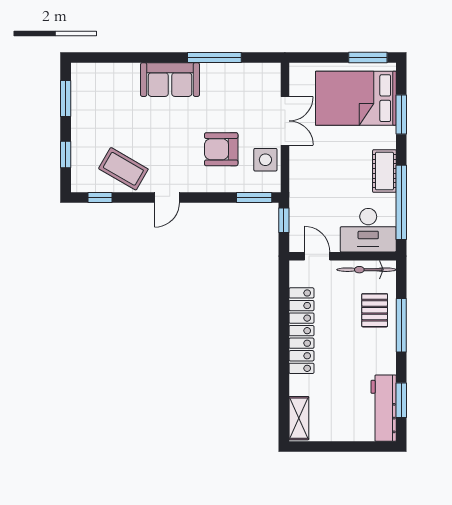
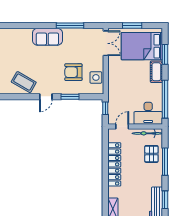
window: (368, 57) -> (132, 26), moved
double door: (285, 121) -> (106, 43), moved
cot: (384, 171) -> (156, 72), moved
window: (100, 197) -> (12, 97), removed
window: (254, 197) -> (70, 97), moved
door: (317, 256) -> (122, 126), hinge flipped

